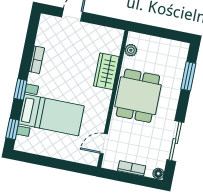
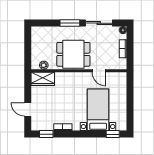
wardrobe: (106, 71) -> (43, 79), moved
window: (188, 76) -> (70, 23), moved
window: (20, 89) -> (46, 134), moved
door: (104, 144) -> (99, 71), moved

